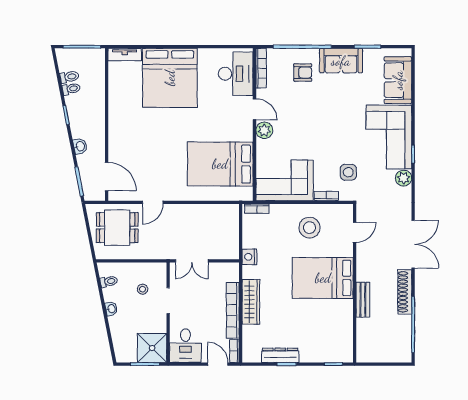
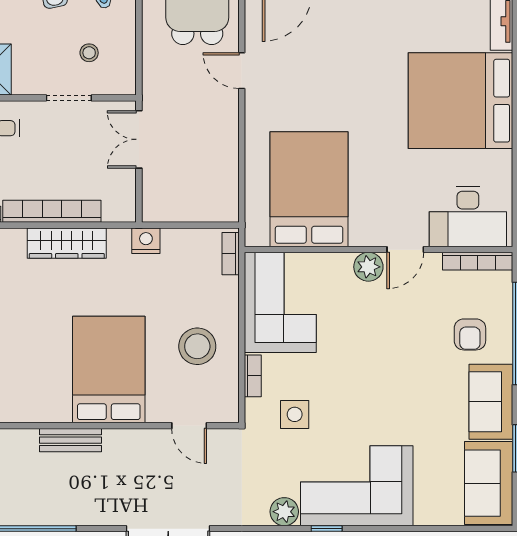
sofa: (398, 80) -> (489, 483), moved, turned -90
shoe rack: (405, 292) -> (84, 514), removed

